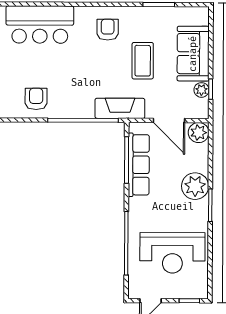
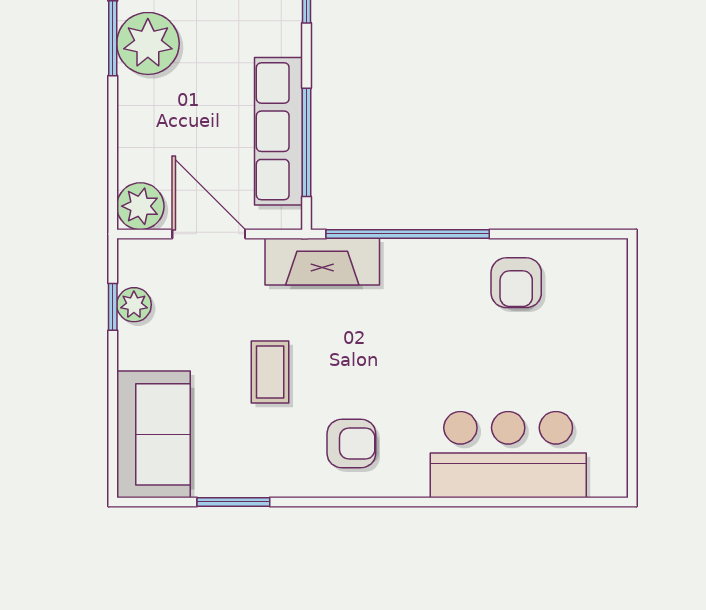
armchair: (108, 30) -> (351, 444), turned -90
sofa: (193, 54) -> (153, 434), moved
coffee table: (143, 61) -> (270, 372), width x0.73, depth x0.77
plant: (195, 186) -> (148, 43), moved

